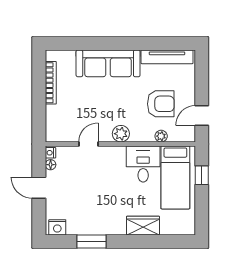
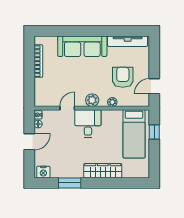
armchair: (161, 104) -> (123, 77), turned -90
plant: (161, 136) -> (112, 102), moved
desk: (143, 164) -> (88, 124), moved
door: (39, 188) -> (29, 142), swing flipped
wardrobe: (143, 226) -> (103, 171), width x1.50

